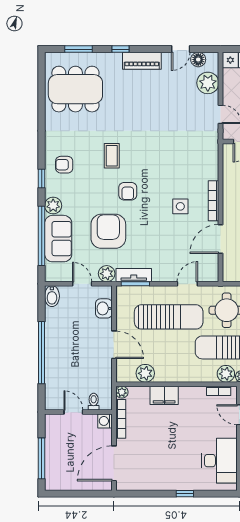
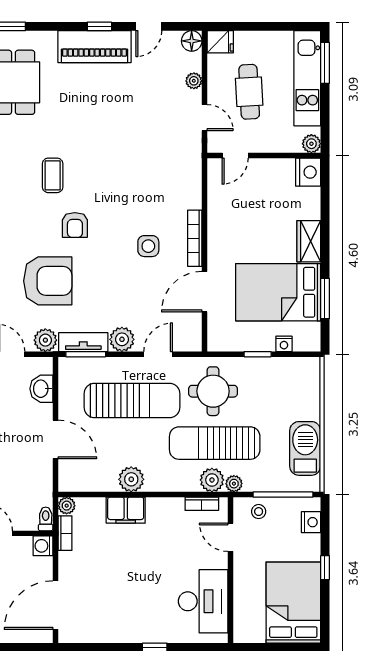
window: (120, 49) -> (99, 26), moved
floor lamp: (198, 60) -> (192, 41), moved
piano: (142, 61) -> (94, 47), width x1.37, depth x1.33
plant: (208, 83) -> (194, 81), width x0.53, depth x0.53
armchair: (108, 231) -> (48, 281), turned 90
plant: (161, 273) -> (122, 339), added
plant: (145, 373) -> (131, 479), moved
toilet: (94, 402) -> (46, 519), moved
bookcase: (121, 419) -> (65, 533), width x0.64

